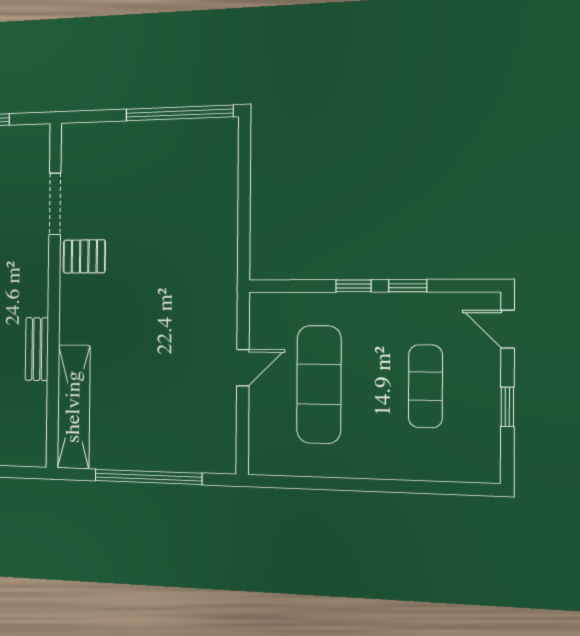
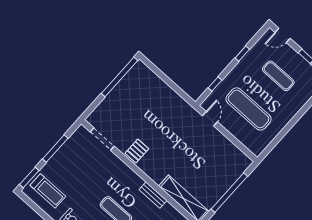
doorway: (55, 204) -> (102, 139), moved
window: (353, 286) -> (215, 84), moved
door: (243, 368) -> (210, 119), moved

